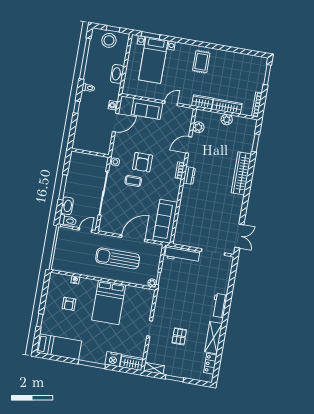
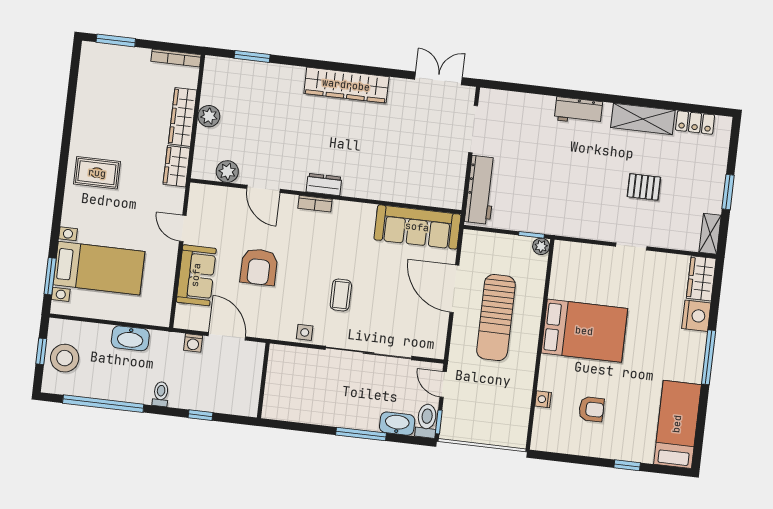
wall: (90, 153) -> (263, 381), moved
armchair: (142, 162) -> (259, 267), moved, turned 90
wardrobe: (241, 173) -> (346, 85), moved

